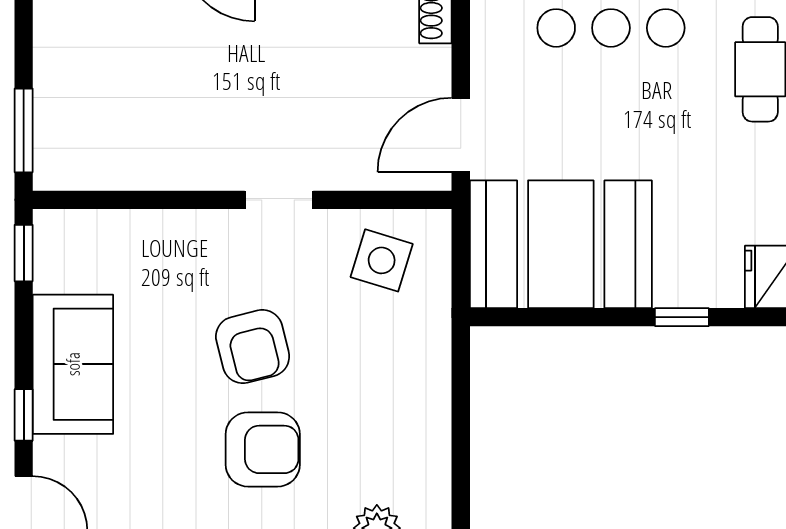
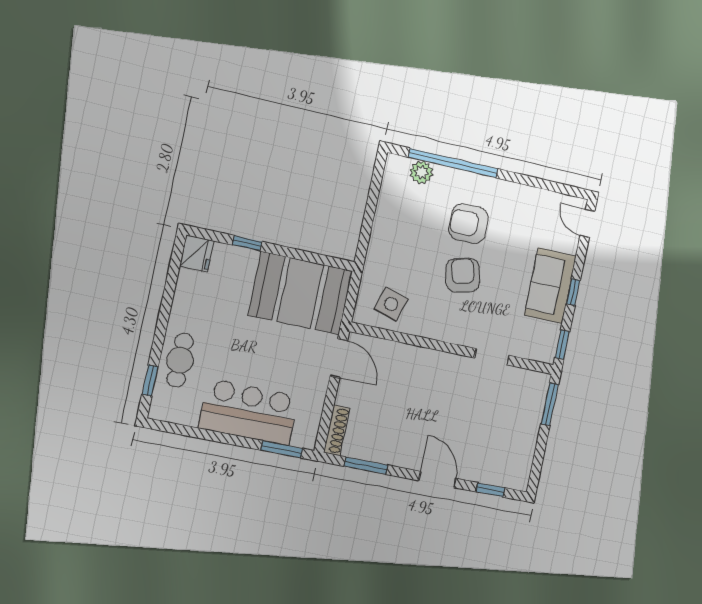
door: (461, 135) -> (339, 358), hinge flipped
doorway: (279, 200) -> (492, 357), moved
window: (24, 415) -> (573, 292), moved

